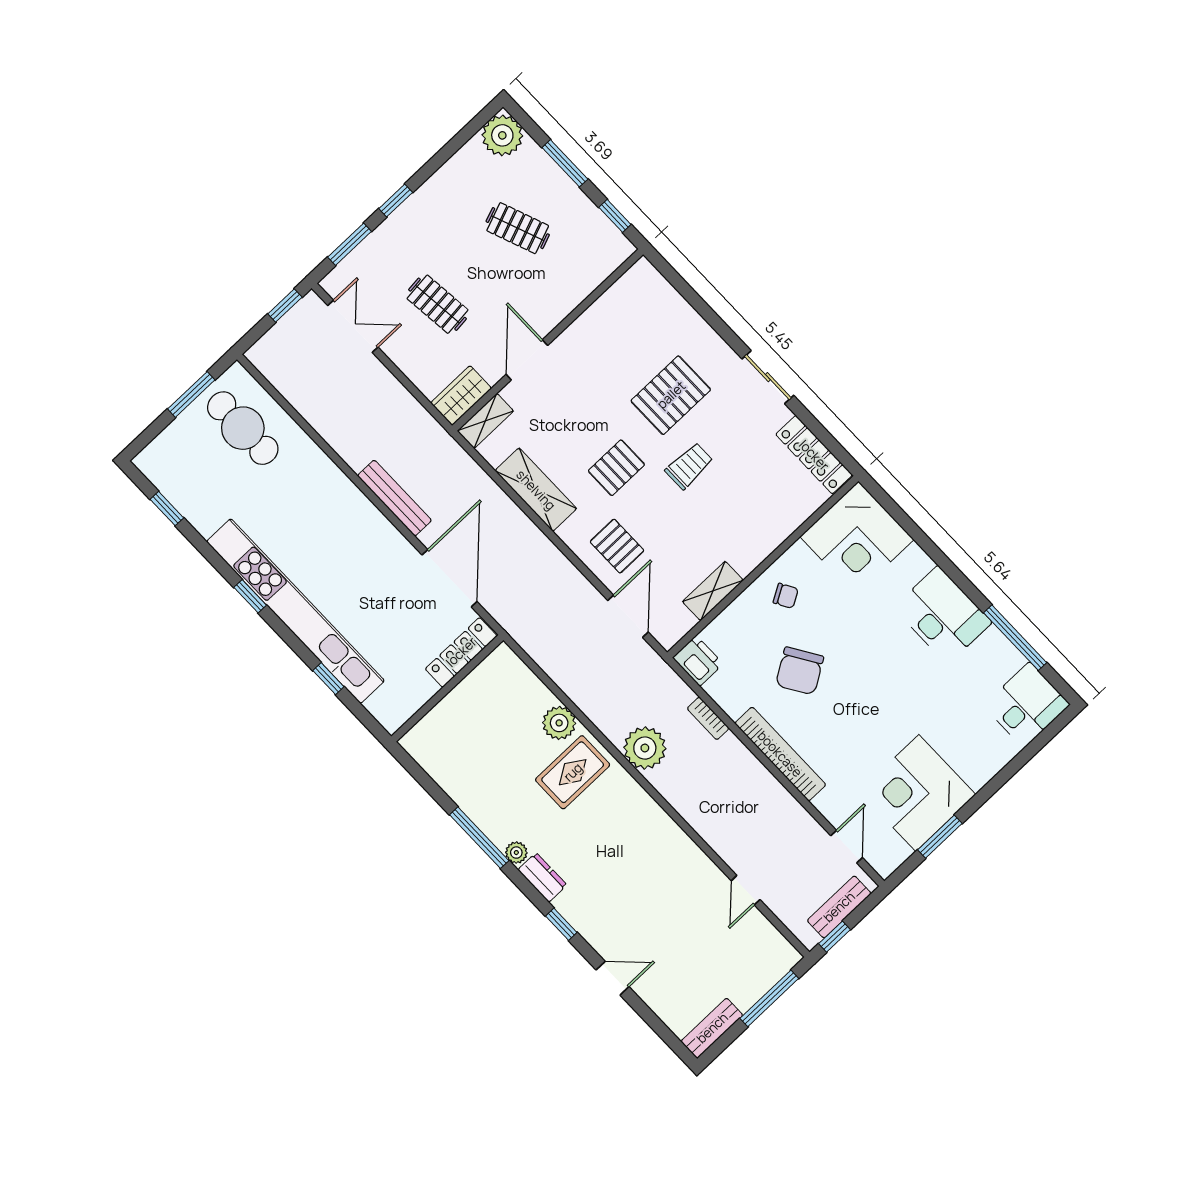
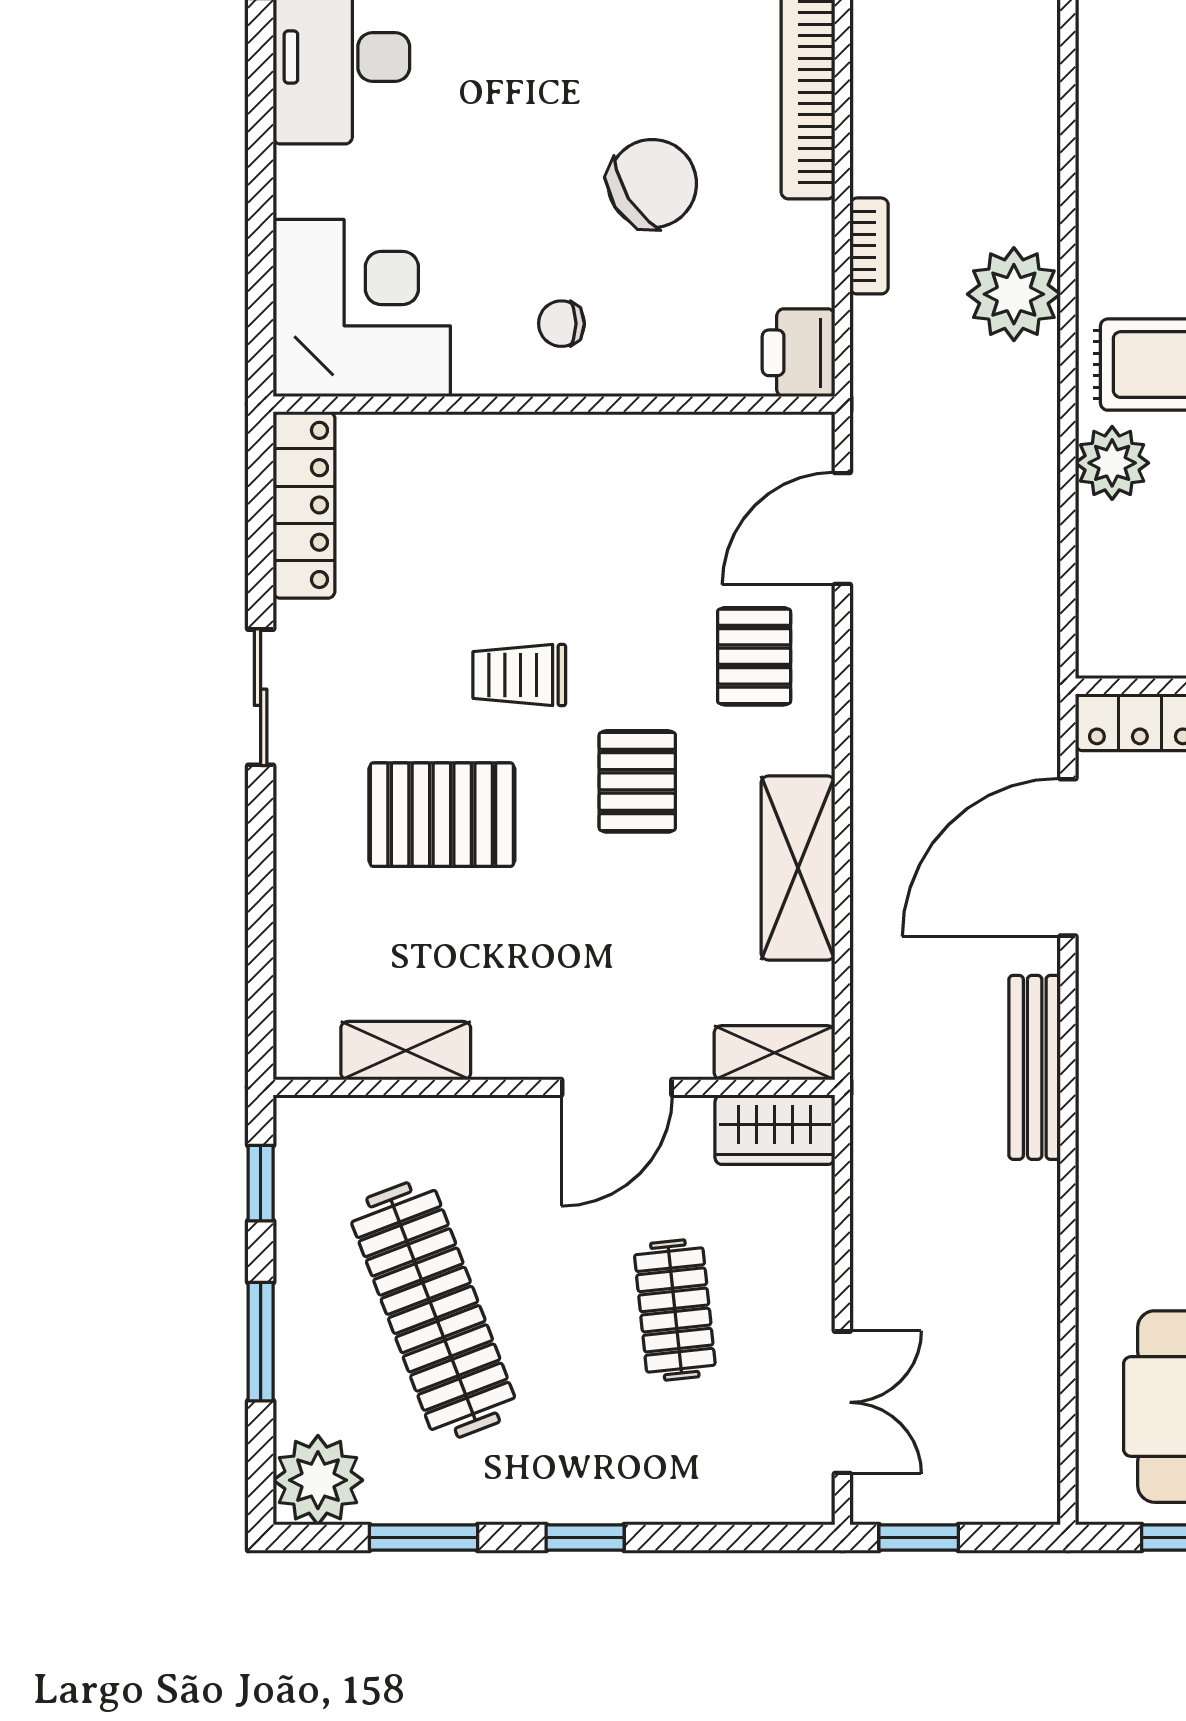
clothes rail: (518, 228) -> (433, 1310), width x1.86, depth x1.31
window: (350, 244) -> (424, 1537), moved
double door: (353, 326) -> (842, 1402), swing flipped
pallet: (616, 468) -> (637, 781), turned 90
shelving: (713, 591) -> (406, 1051), moved
chair: (786, 596) -> (561, 324), turned -60

